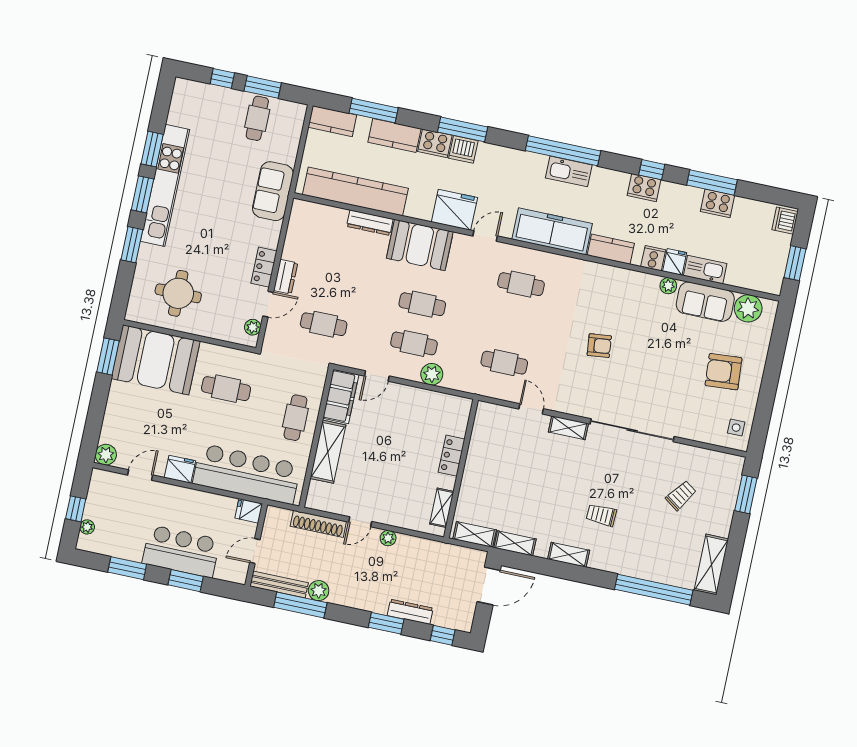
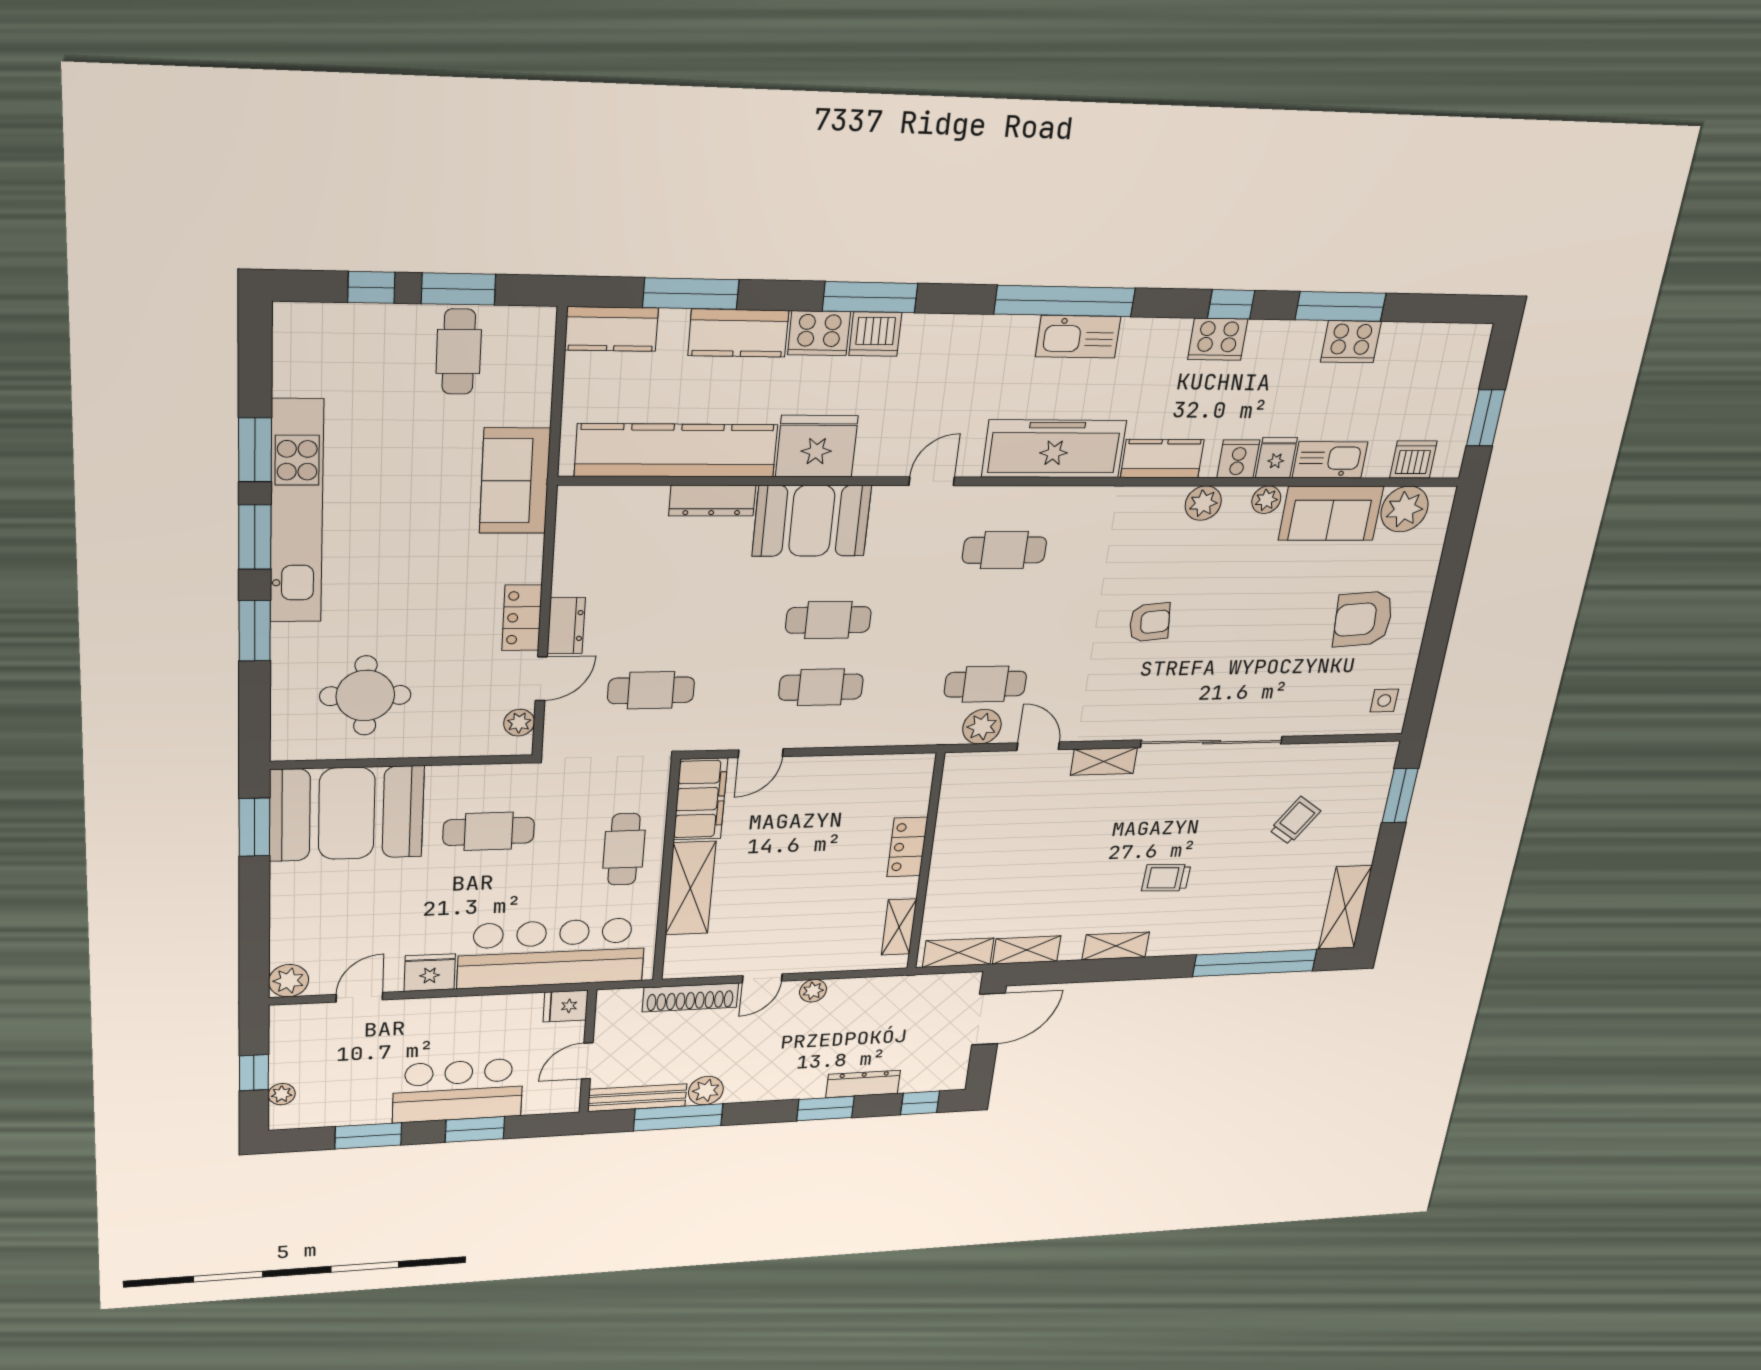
fridge: (454, 210) -> (817, 446), moved
dishwasher: (785, 221) -> (1413, 460), moved, turned 90
plant: (633, 280) -> (1203, 503), added
plant: (432, 374) -> (982, 727), moved

